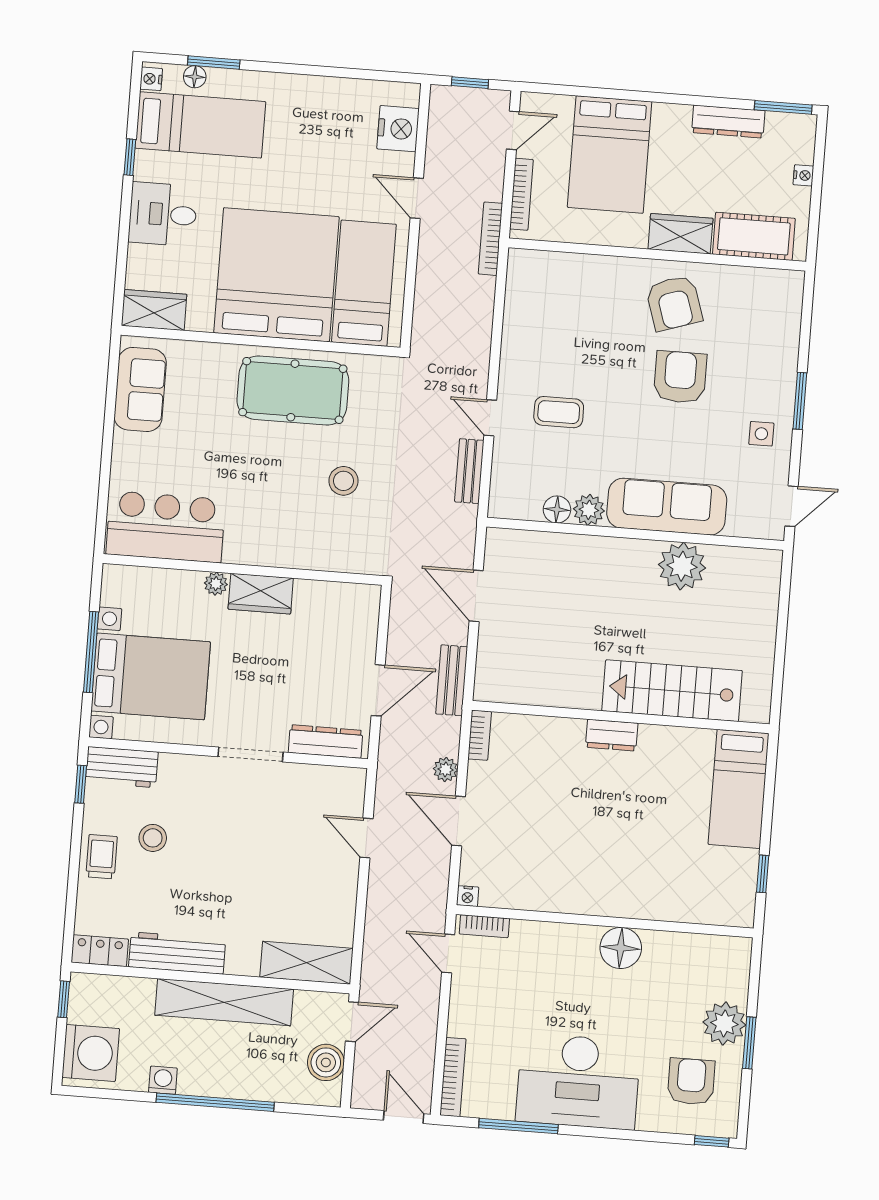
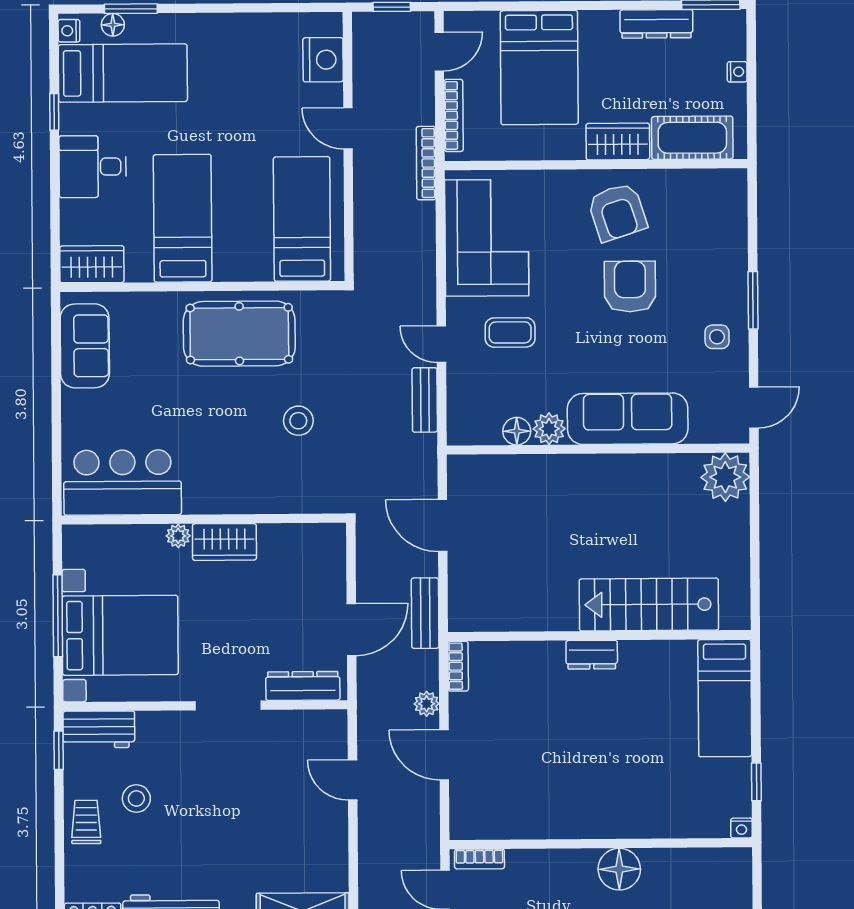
bed: (276, 275) -> (183, 218), width x0.49
corner sofa: (544, 317) -> (487, 238), added
plant: (682, 566) -> (725, 477), moved
nightstand: (468, 896) -> (741, 828), moved

